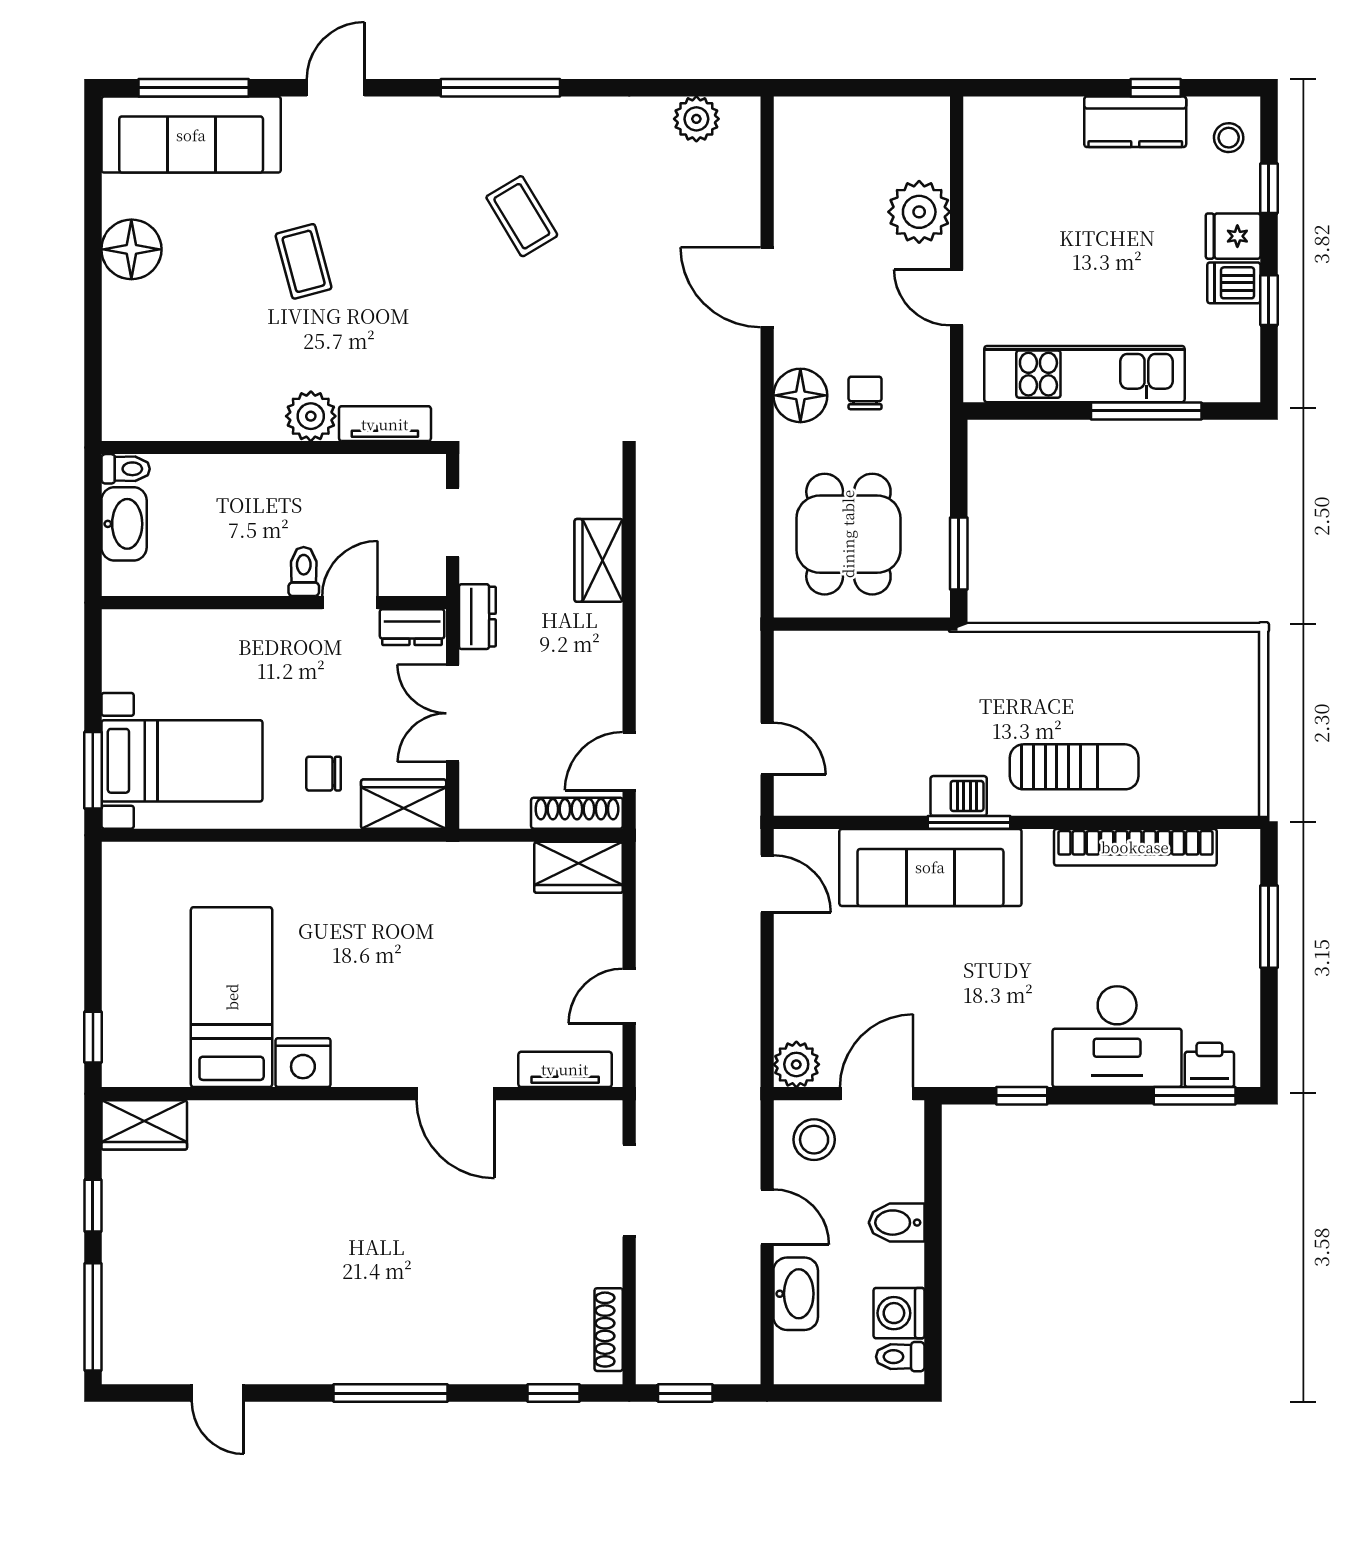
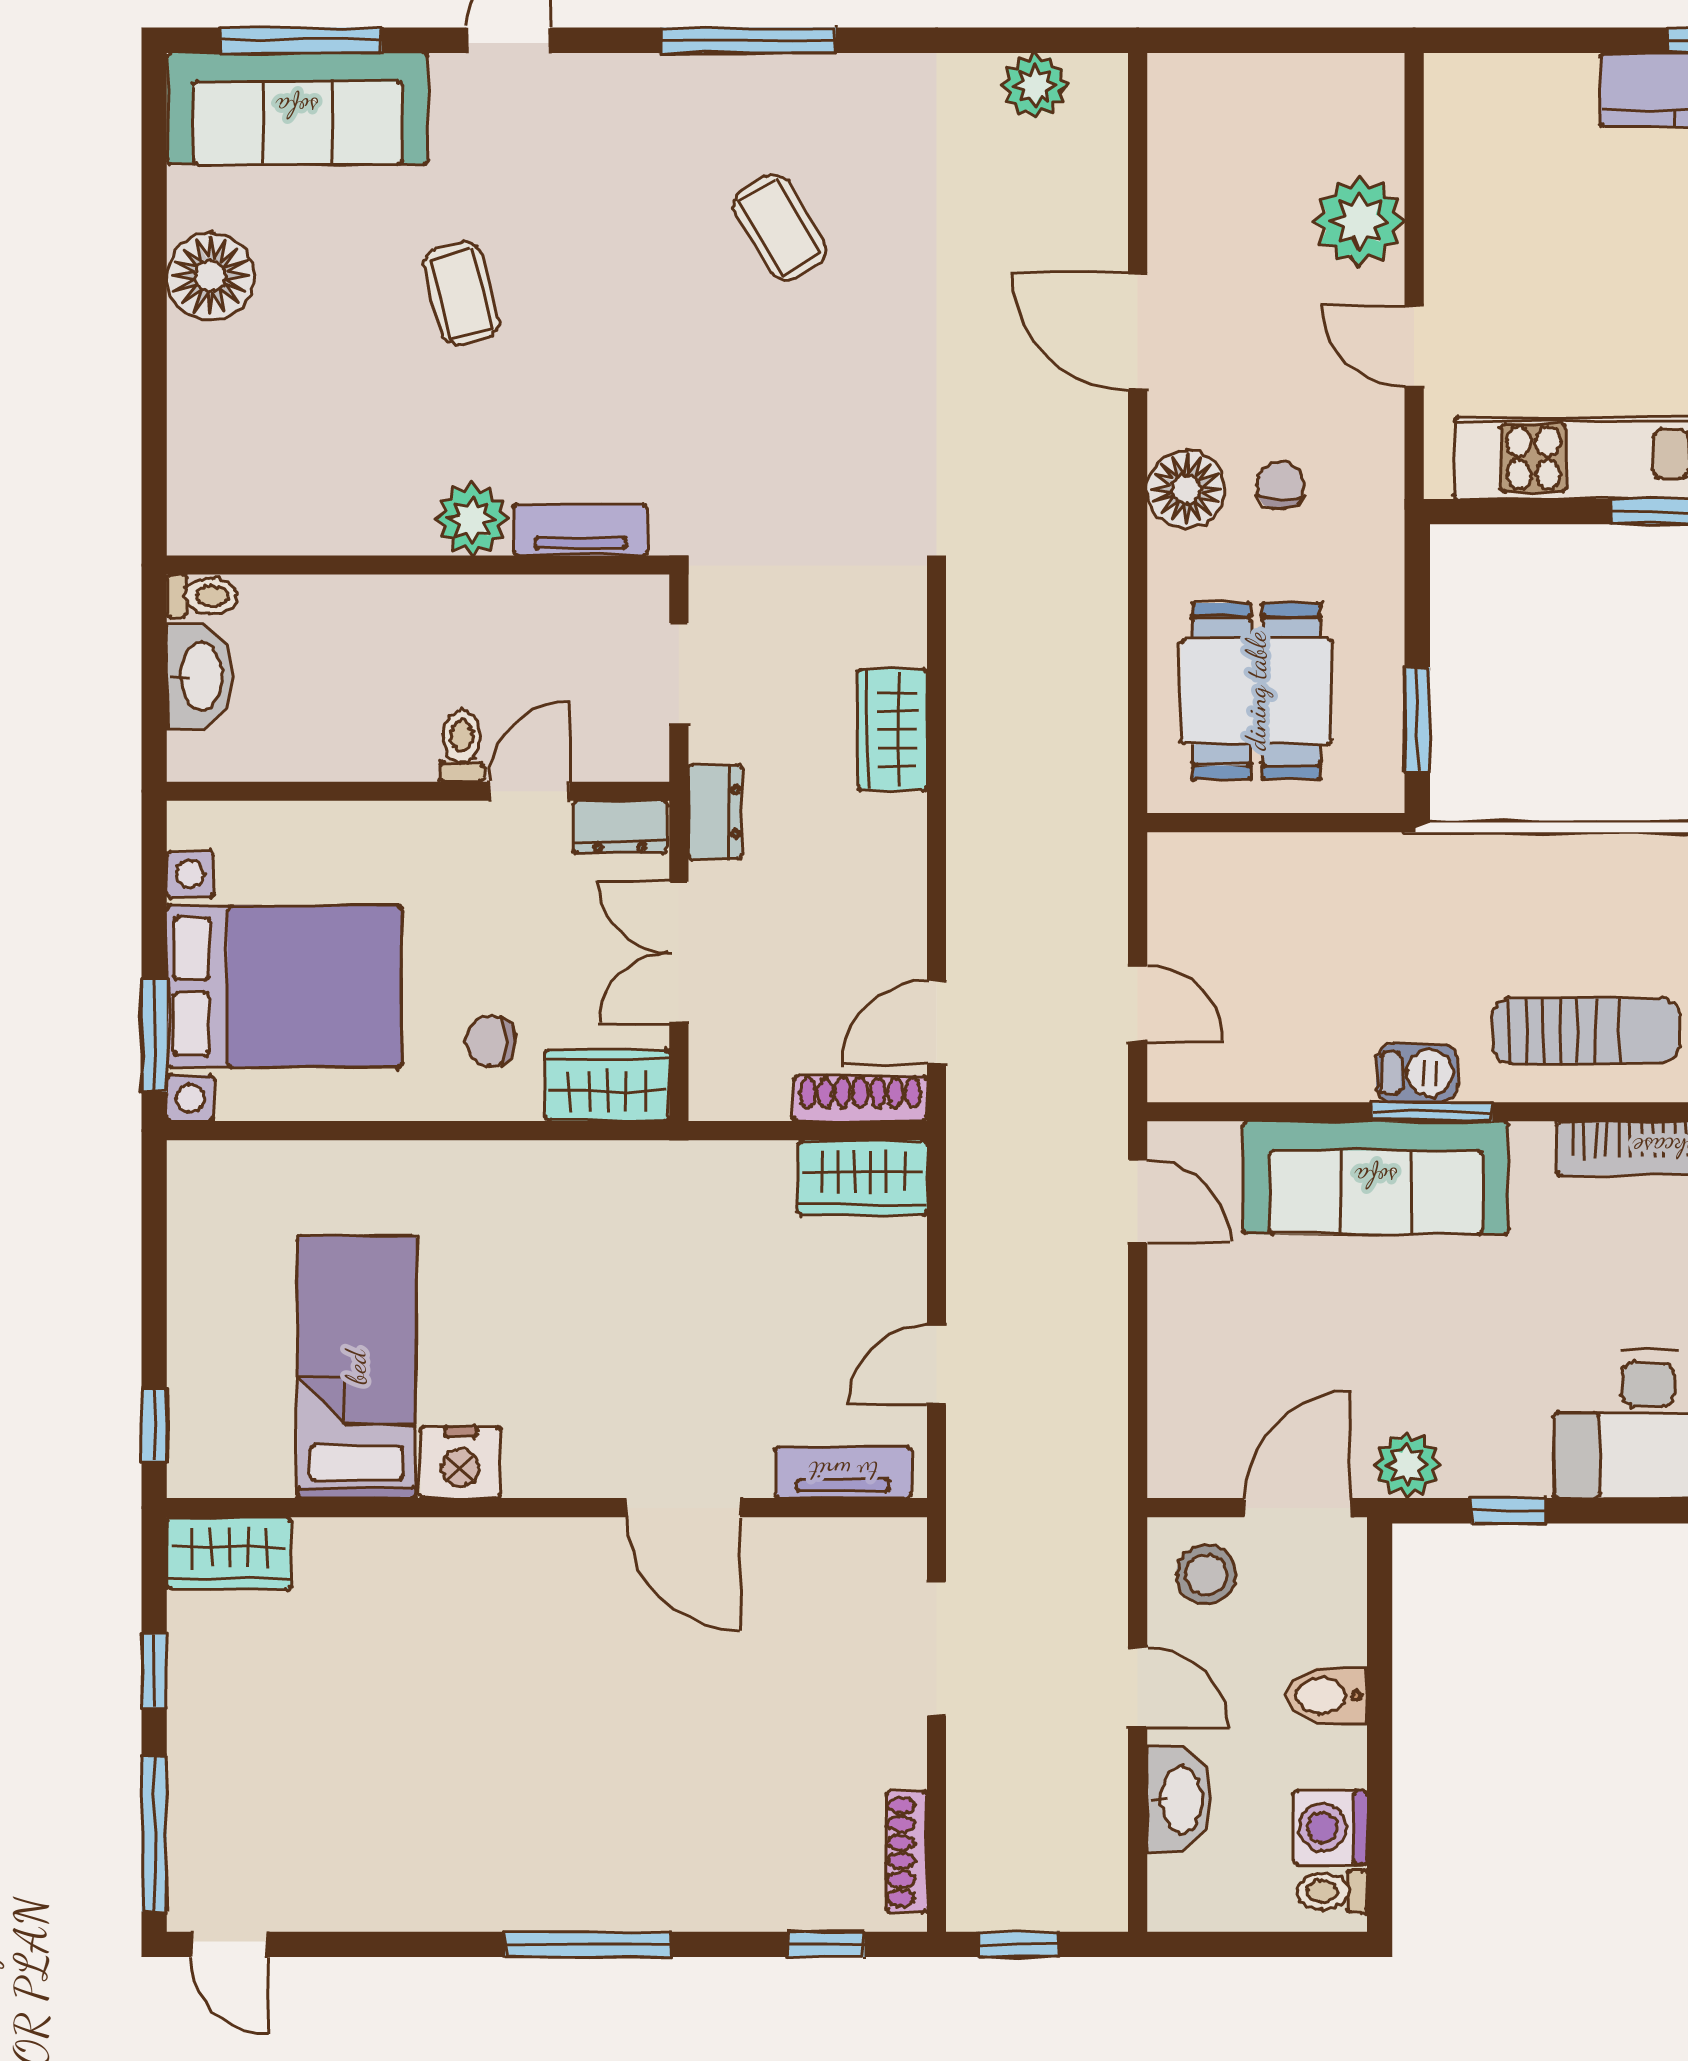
bed with nightstands: (182, 761) -> (284, 986), width x1.36
plant: (796, 1064) -> (1407, 1465), moved
door: (218, 1393) -> (229, 1944), moved

